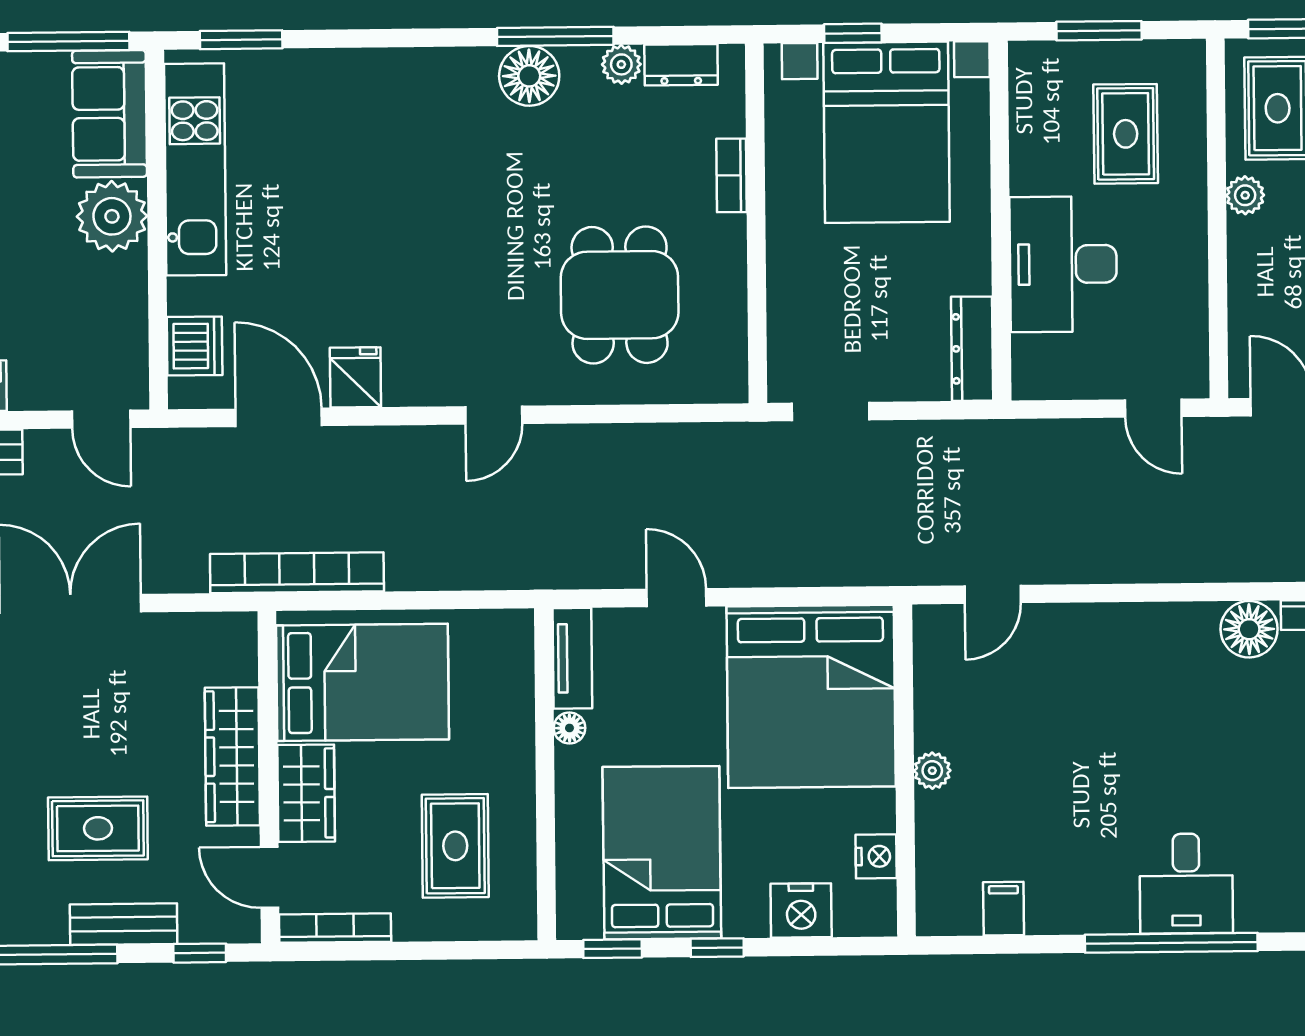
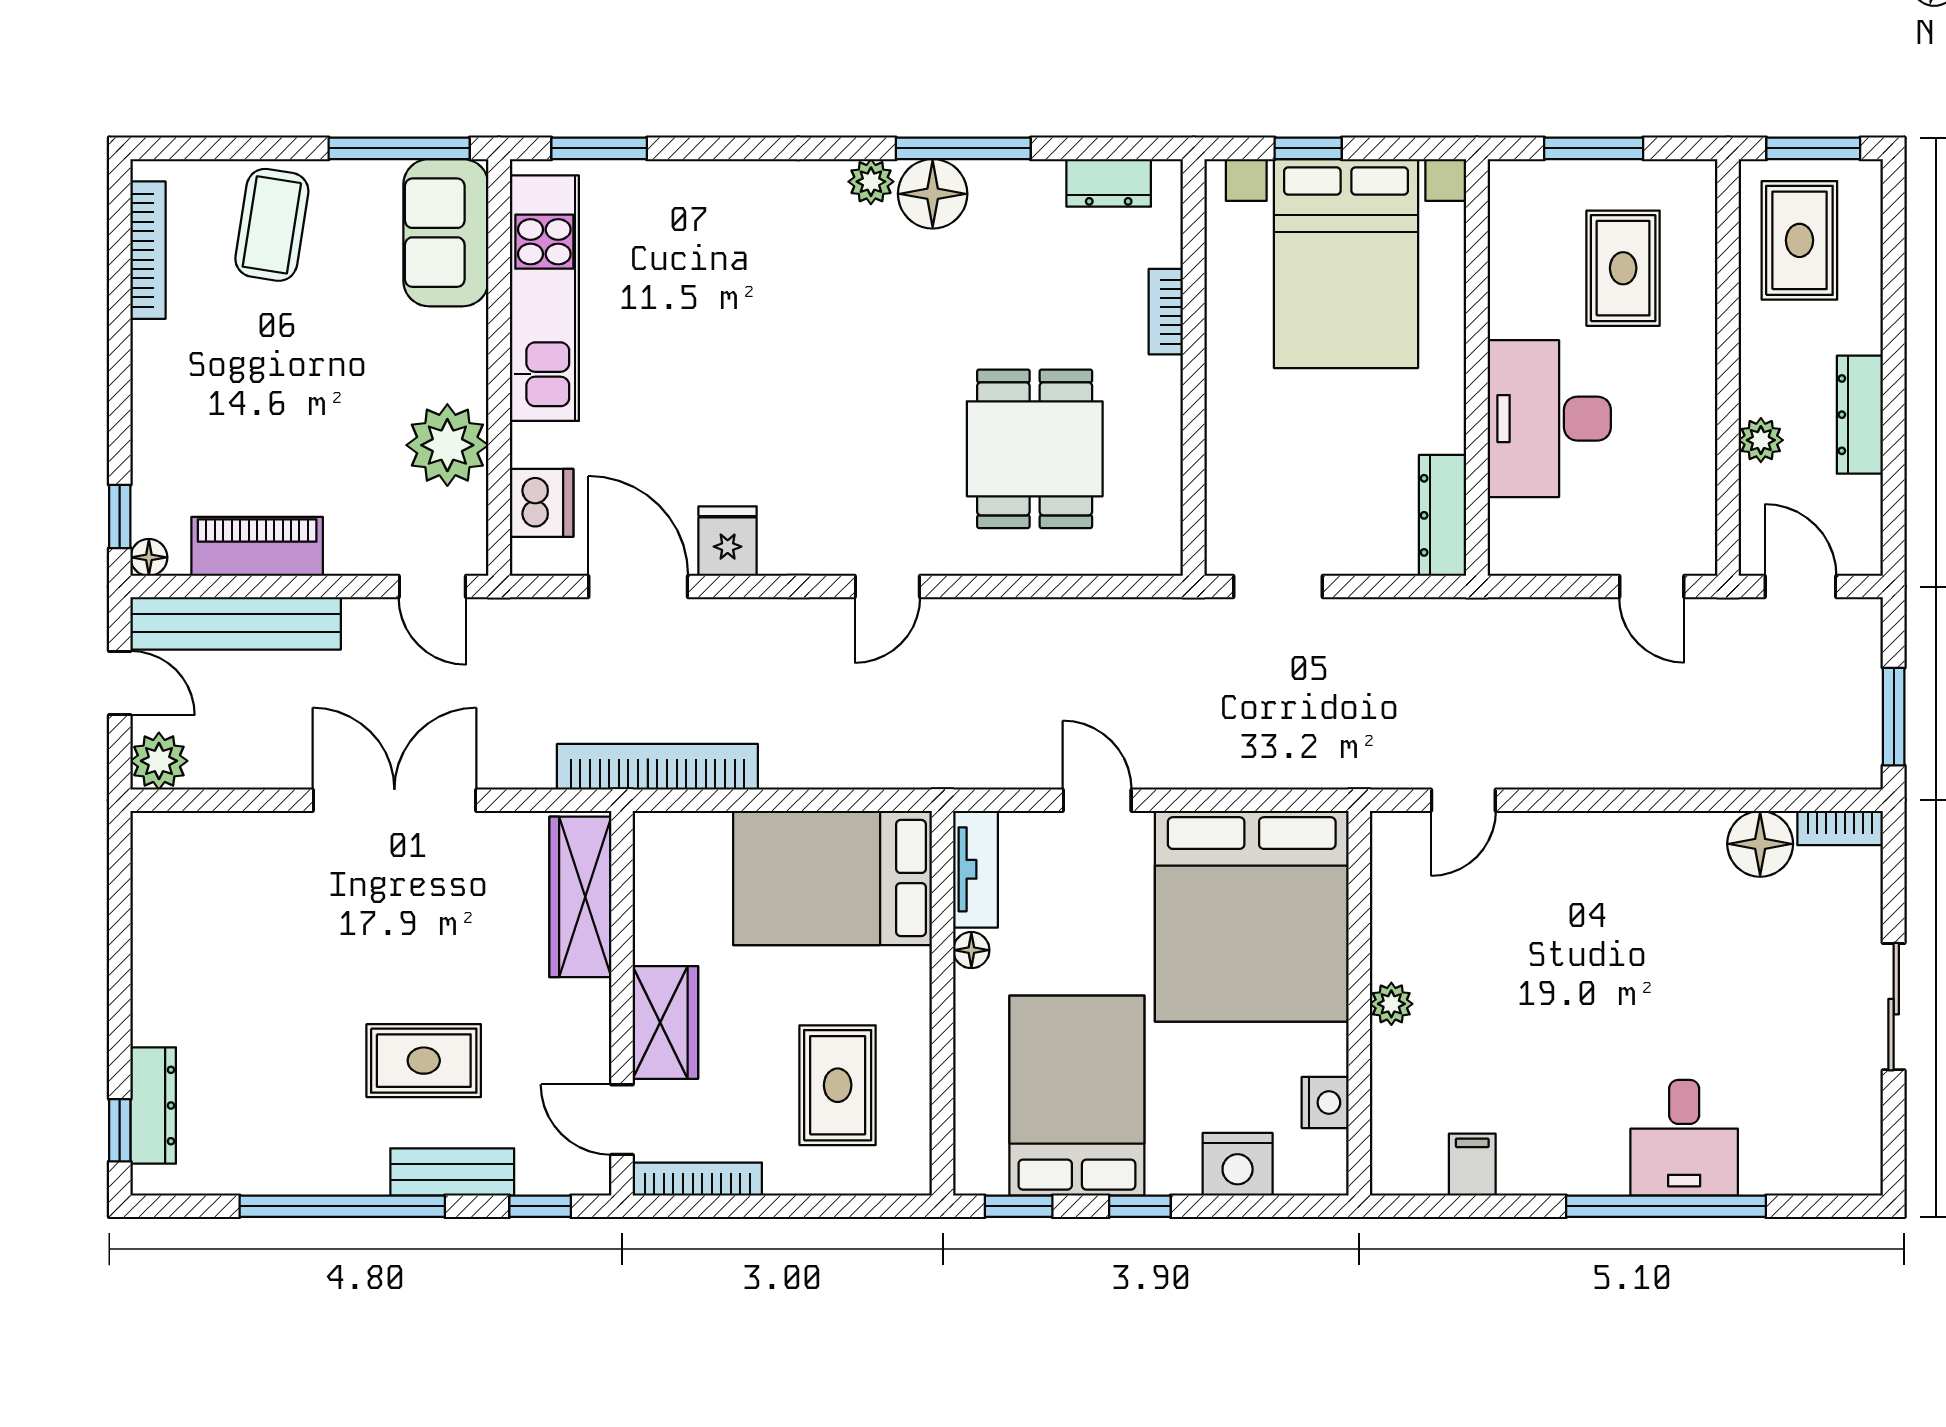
plant: (621, 64) -> (871, 182), moved
plant: (1245, 195) -> (1761, 440), moved
plant: (112, 216) -> (447, 445), moved
bed: (362, 682) -> (832, 878), moved, turned 180
wardrobe: (232, 757) -> (580, 897), moved

